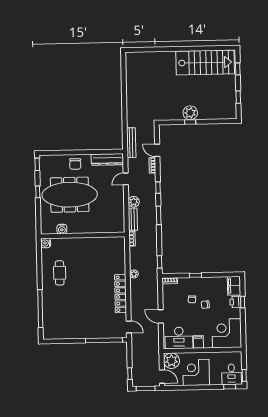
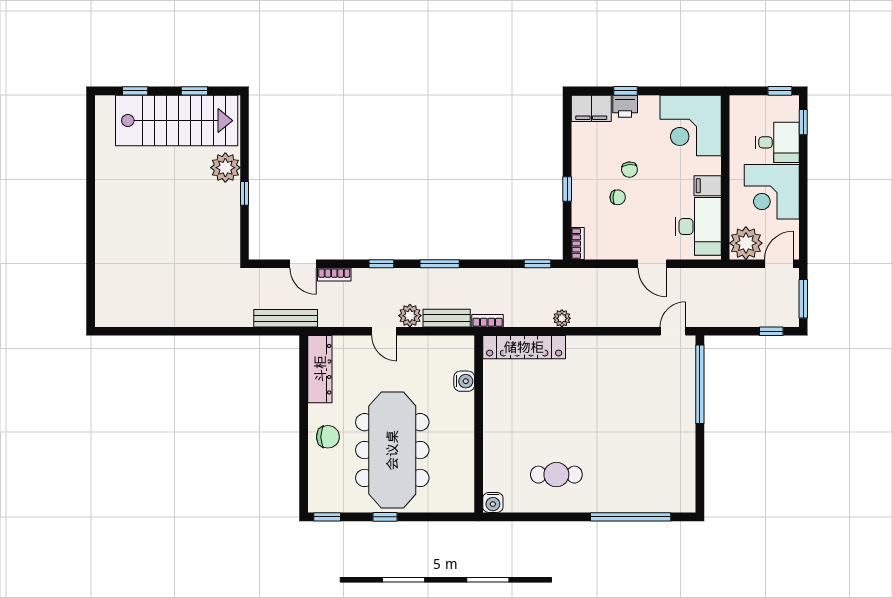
stairs: (205, 63) -> (177, 121), moved, turned 90
plant: (190, 113) -> (225, 168), moved
door: (157, 150) -> (303, 264), hinge flipped
door: (126, 179) -> (384, 331), moved
water cooler: (62, 229) -> (464, 381), moved
locker: (121, 294) -> (524, 347), moved
door: (161, 316) -> (652, 264), hinge flipped
desk: (231, 374) -> (777, 142), moved

